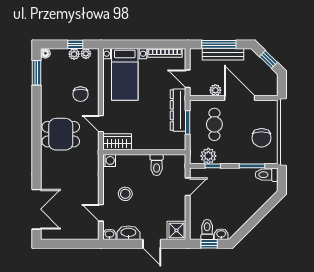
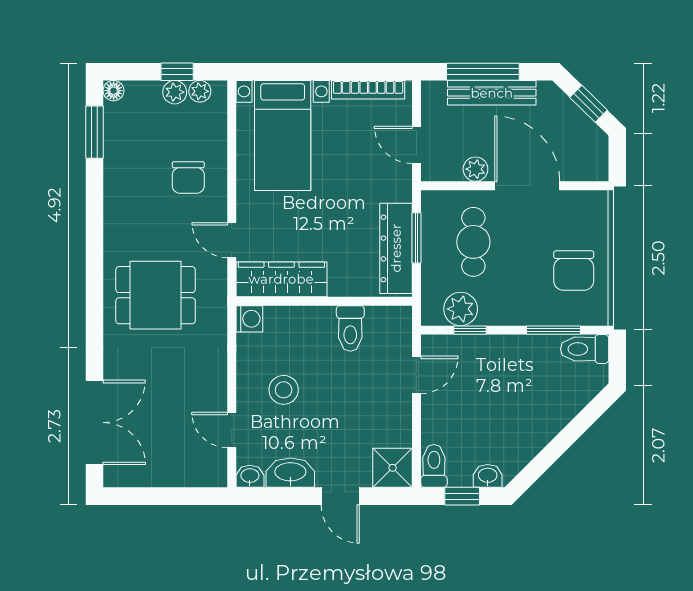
dresser: (178, 110) -> (396, 248), moved
dining table: (61, 134) -> (156, 295), moved
wardrobe: (117, 142) -> (281, 279), width x1.50
toilet: (207, 230) -> (434, 466), moved

